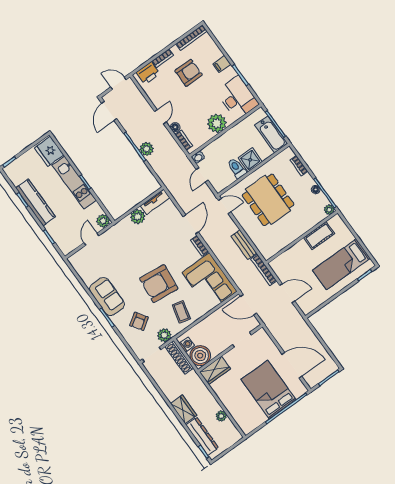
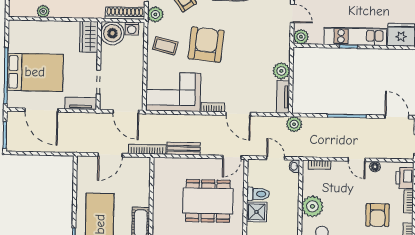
floor lamp: (175, 127) -> (375, 167), moved
plant: (146, 149) -> (294, 124), moved
door: (248, 305) -> (126, 112), swing flipped
tv unit: (266, 341) -> (81, 103), added
door: (292, 365) -> (41, 110), hinge flipped

